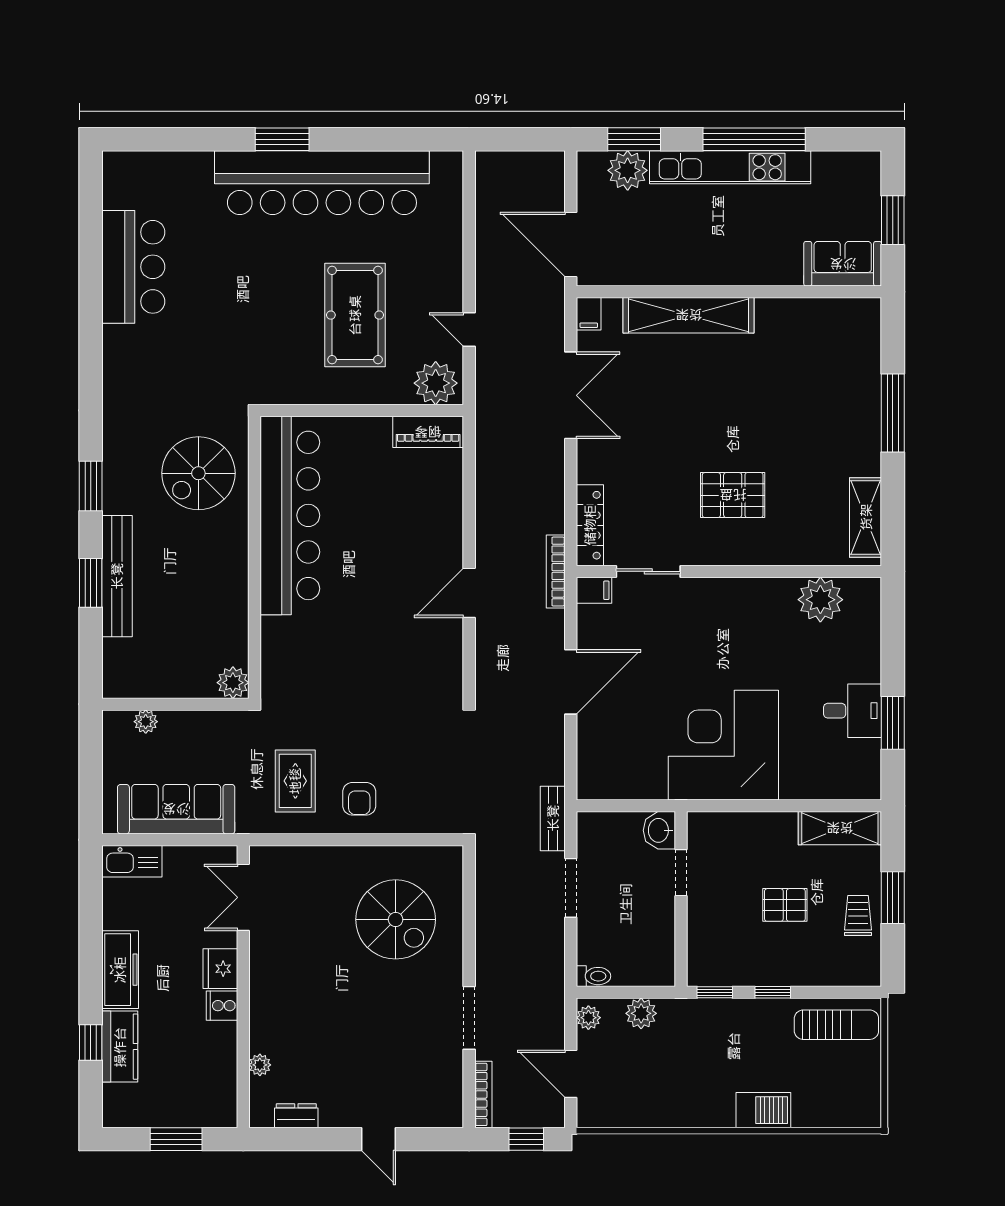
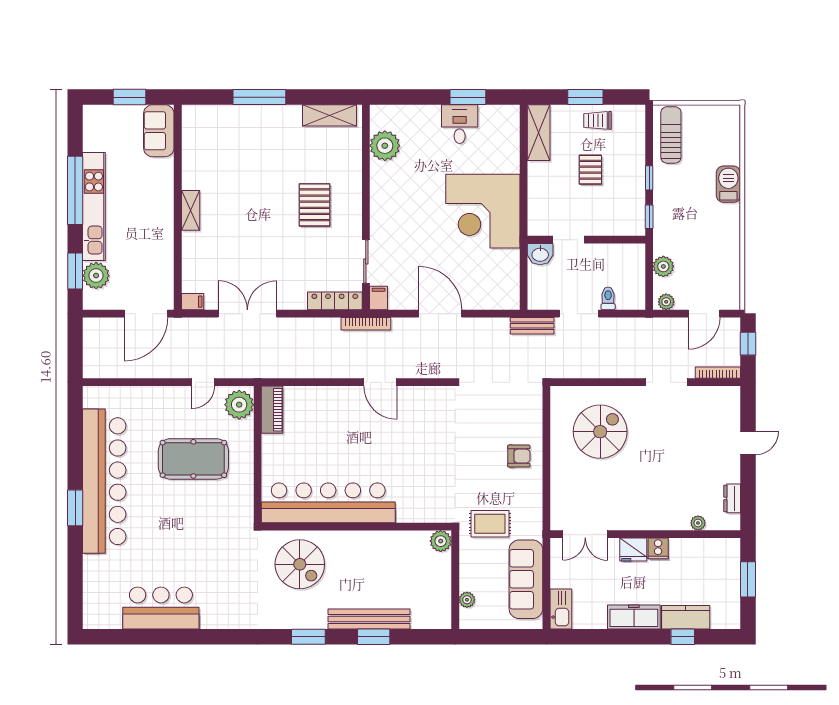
shelving: (689, 315) -> (191, 210), width x0.45, depth x0.75
rug: (295, 781) -> (490, 524), moved
toilet: (594, 976) -> (608, 298), moved

